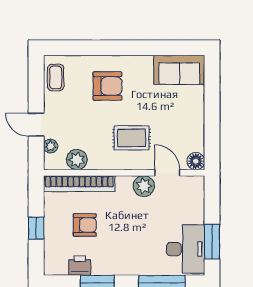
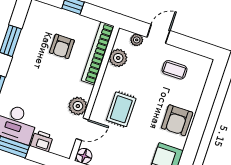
coffee table: (56, 77) -> (174, 70), moved
armchair: (107, 86) -> (177, 120), moved
printer: (80, 266) -> (42, 141), moved, turned -90

